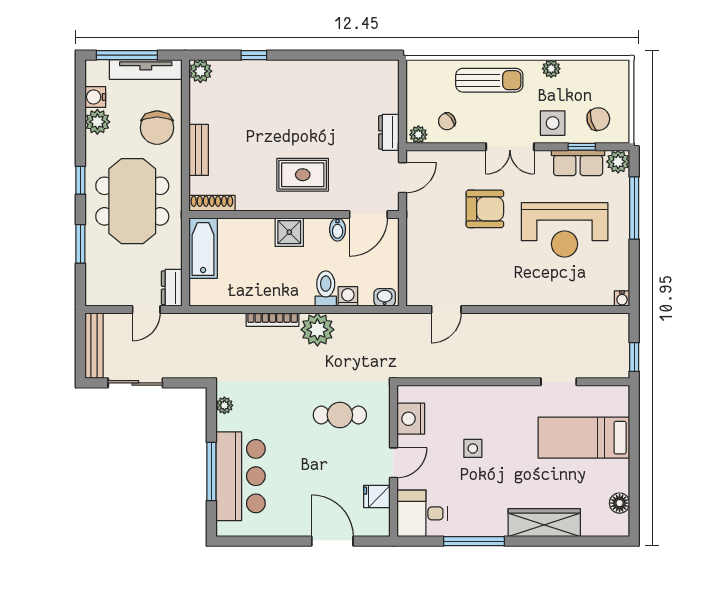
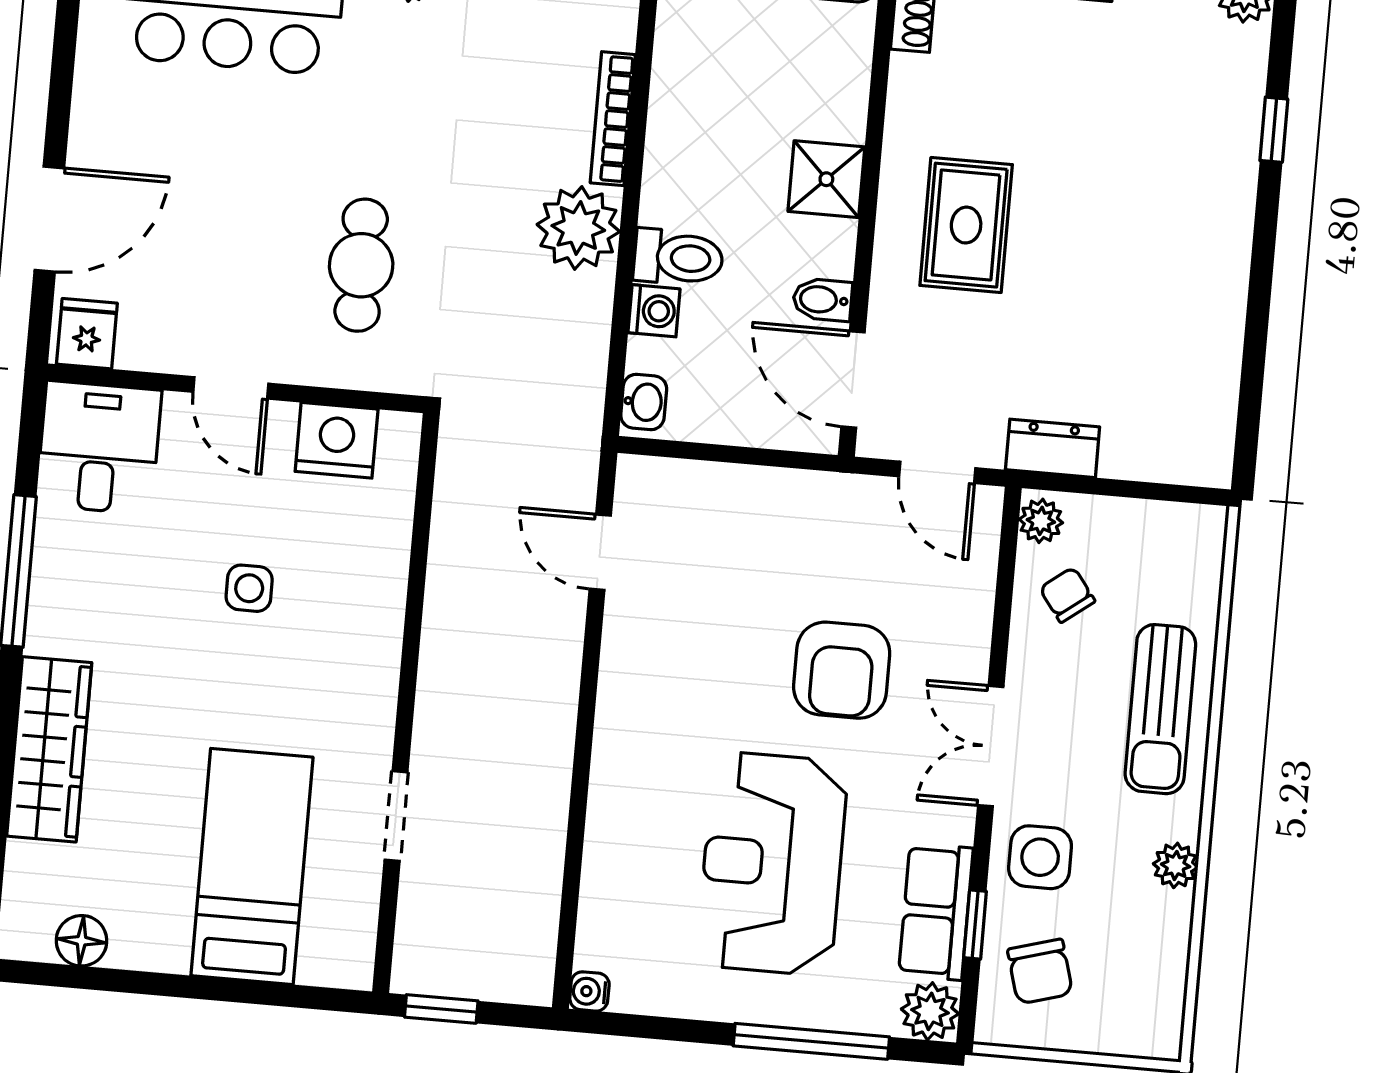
fridge: (377, 496) -> (87, 334), moved

